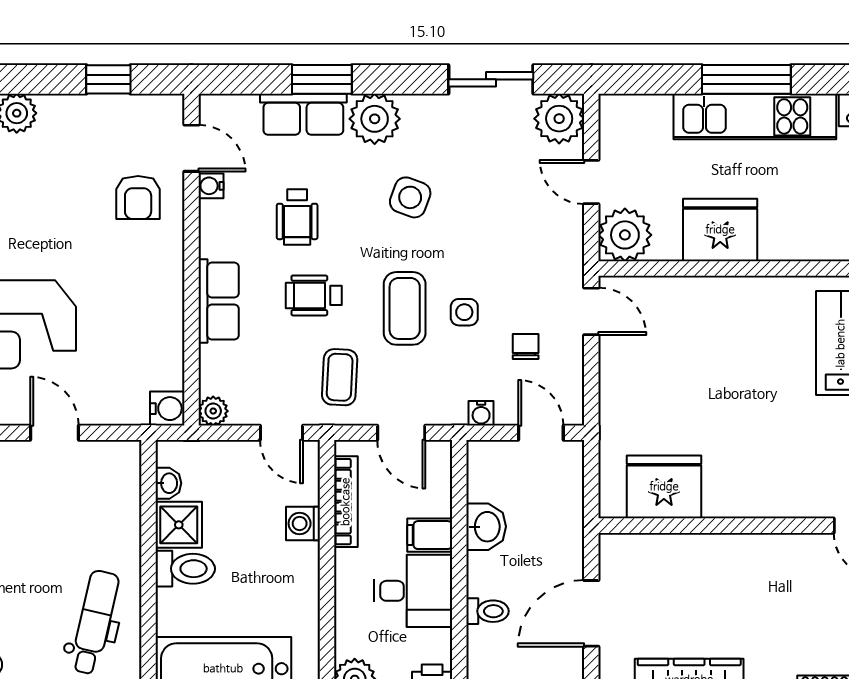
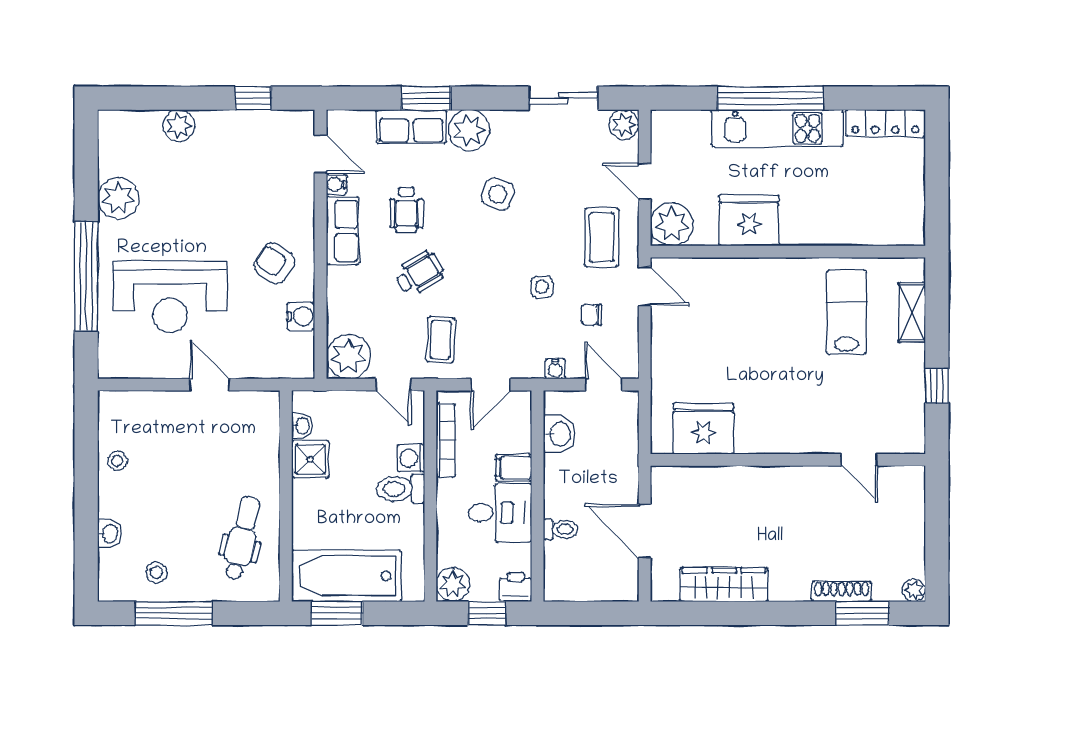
window: (746, 79) -> (770, 98), width x1.46
plant: (559, 119) -> (624, 125), width x0.73, depth x0.73
armchair: (138, 198) -> (275, 263), moved, turned 125
wheelchair: (314, 295) -> (420, 273), turned 148
row of seats: (219, 301) -> (343, 231), moved
coffee table: (405, 308) -> (602, 237), moved
chair: (526, 346) -> (591, 315), turned -90
water cooler: (167, 409) -> (301, 316), moved
plant: (213, 411) -> (349, 357), width x1.87, depth x1.87
door: (401, 433) -> (491, 385), hinge flipped
washbasin: (486, 527) -> (559, 434), moved
toilet: (185, 569) -> (401, 489), moved, turned 180
door: (591, 613) -> (645, 531), hinge flipped

